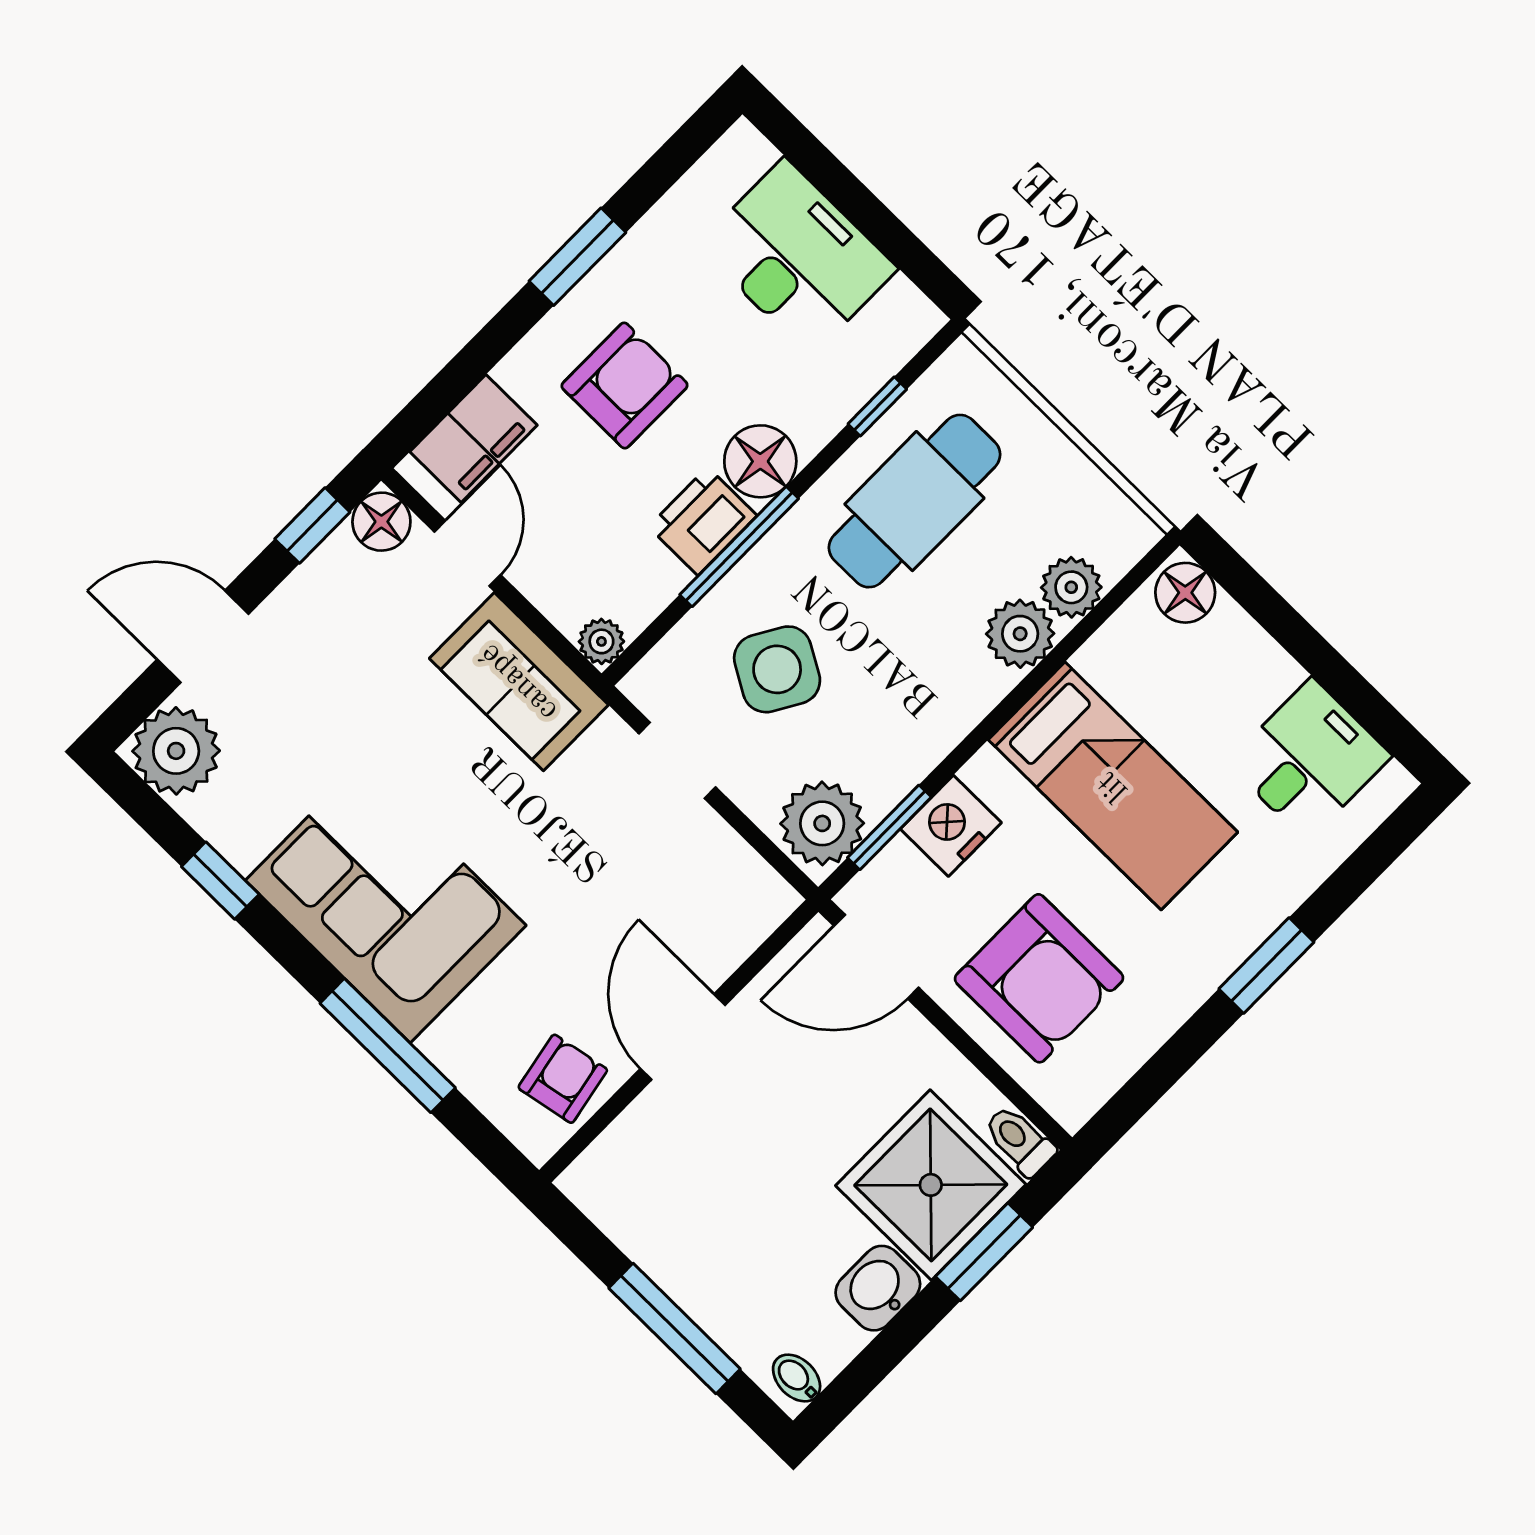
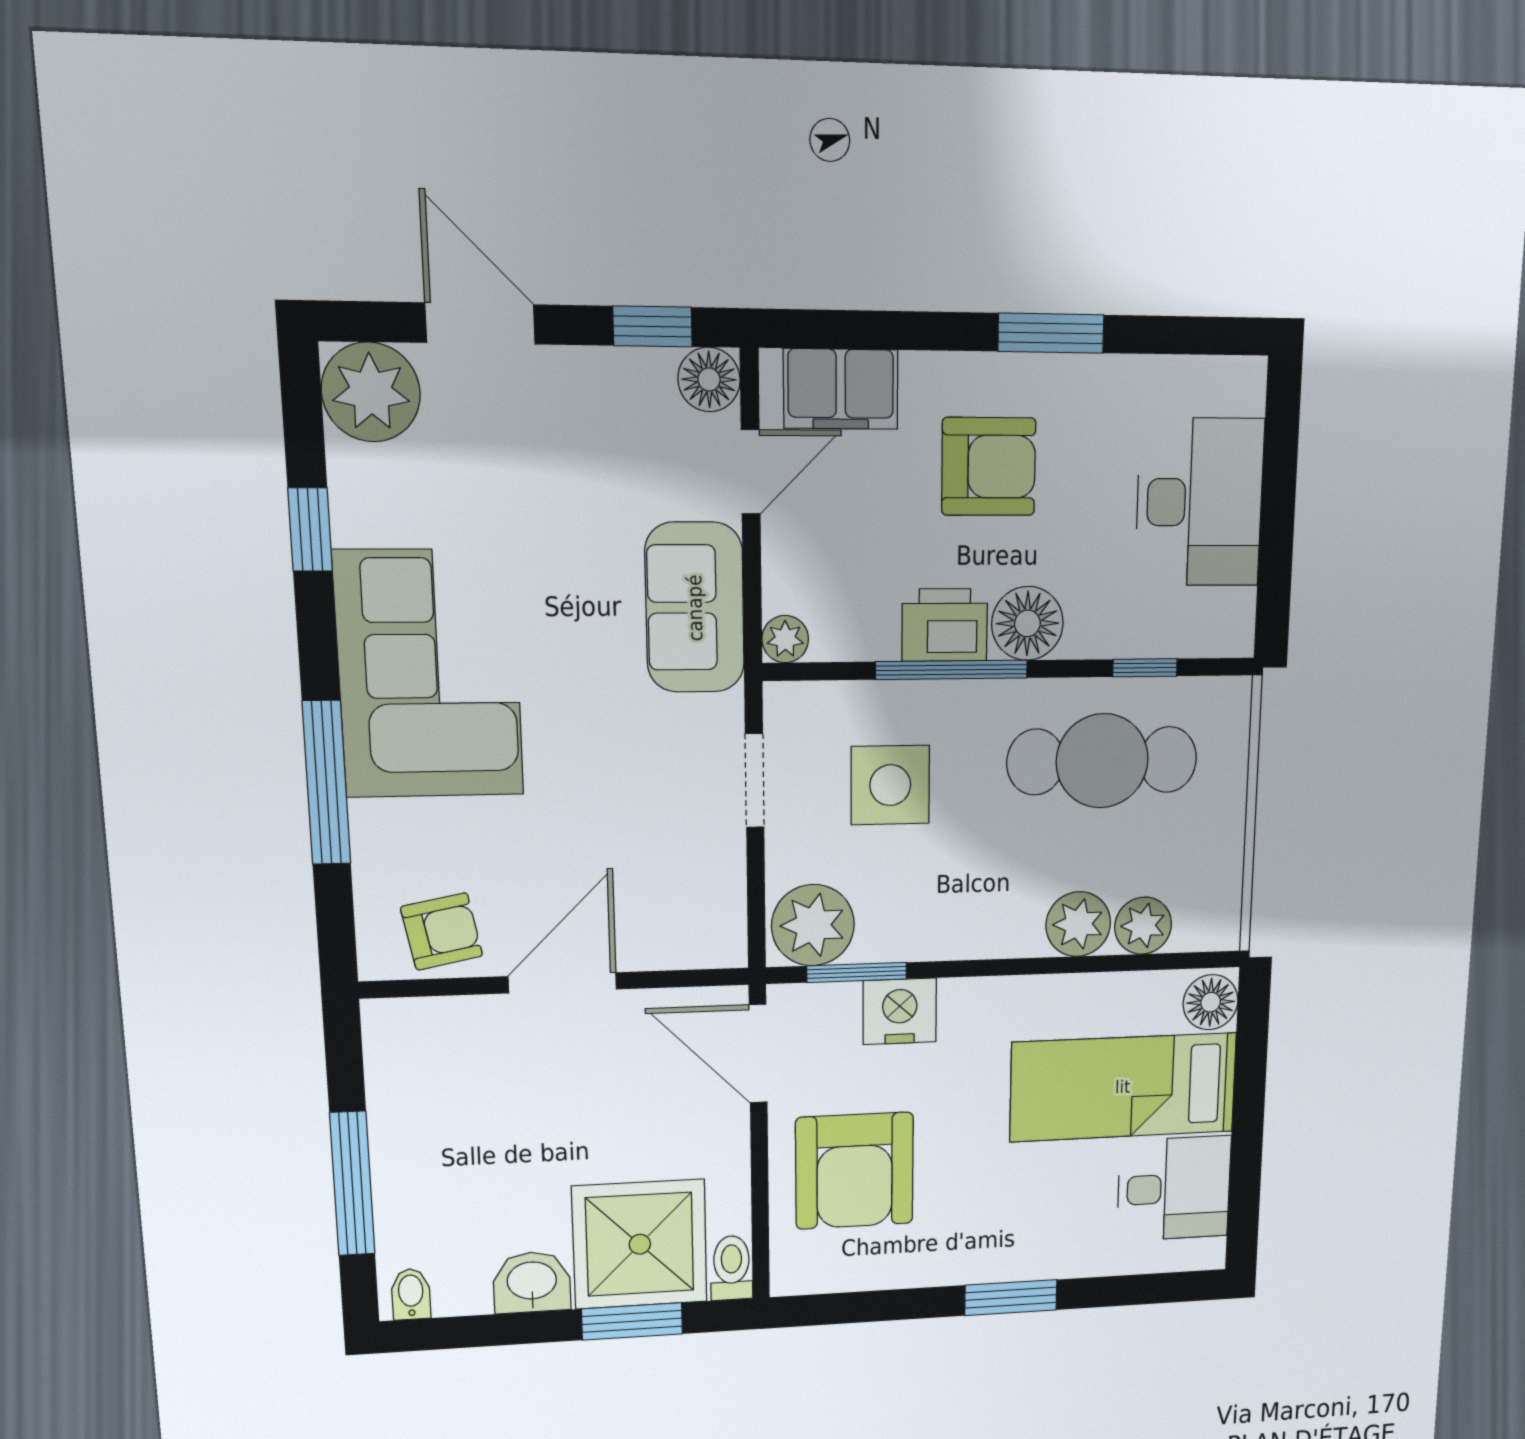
side table: (777, 669) -> (890, 785), turned -30
bed: (1113, 786) -> (1123, 1087), moved, turned 90

